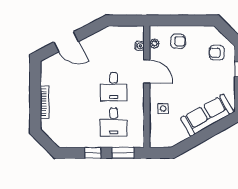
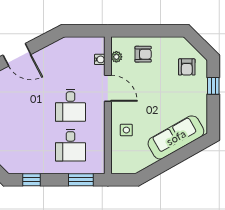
armchair: (217, 53) -> (187, 67), turned -90
window: (93, 153) -> (32, 180), moved

